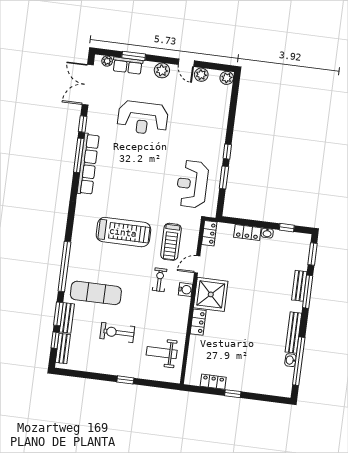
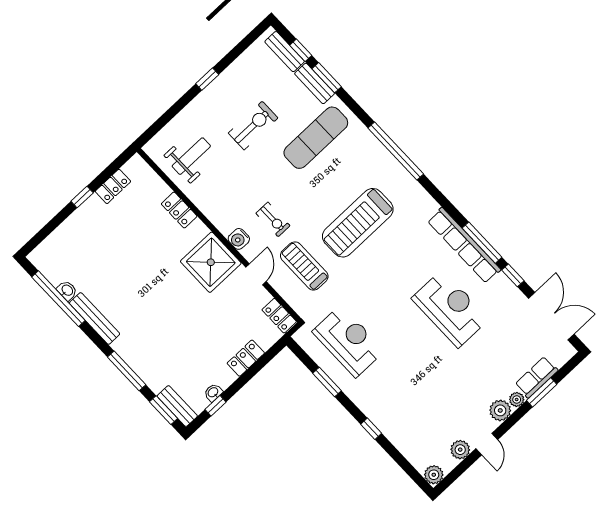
plant: (107, 61) -> (517, 399), moved
door: (186, 63) -> (487, 444), swing flipped
reception desk: (143, 118) -> (450, 309), moved, turned 90
window: (227, 152) -> (371, 429), moved
washbasin: (267, 233) -> (213, 393), moved
window: (64, 266) -> (396, 151), moved
bench: (299, 286) -> (177, 406), moved
locker: (198, 322) -> (179, 210), moved
window: (125, 380) -> (207, 79), moved

